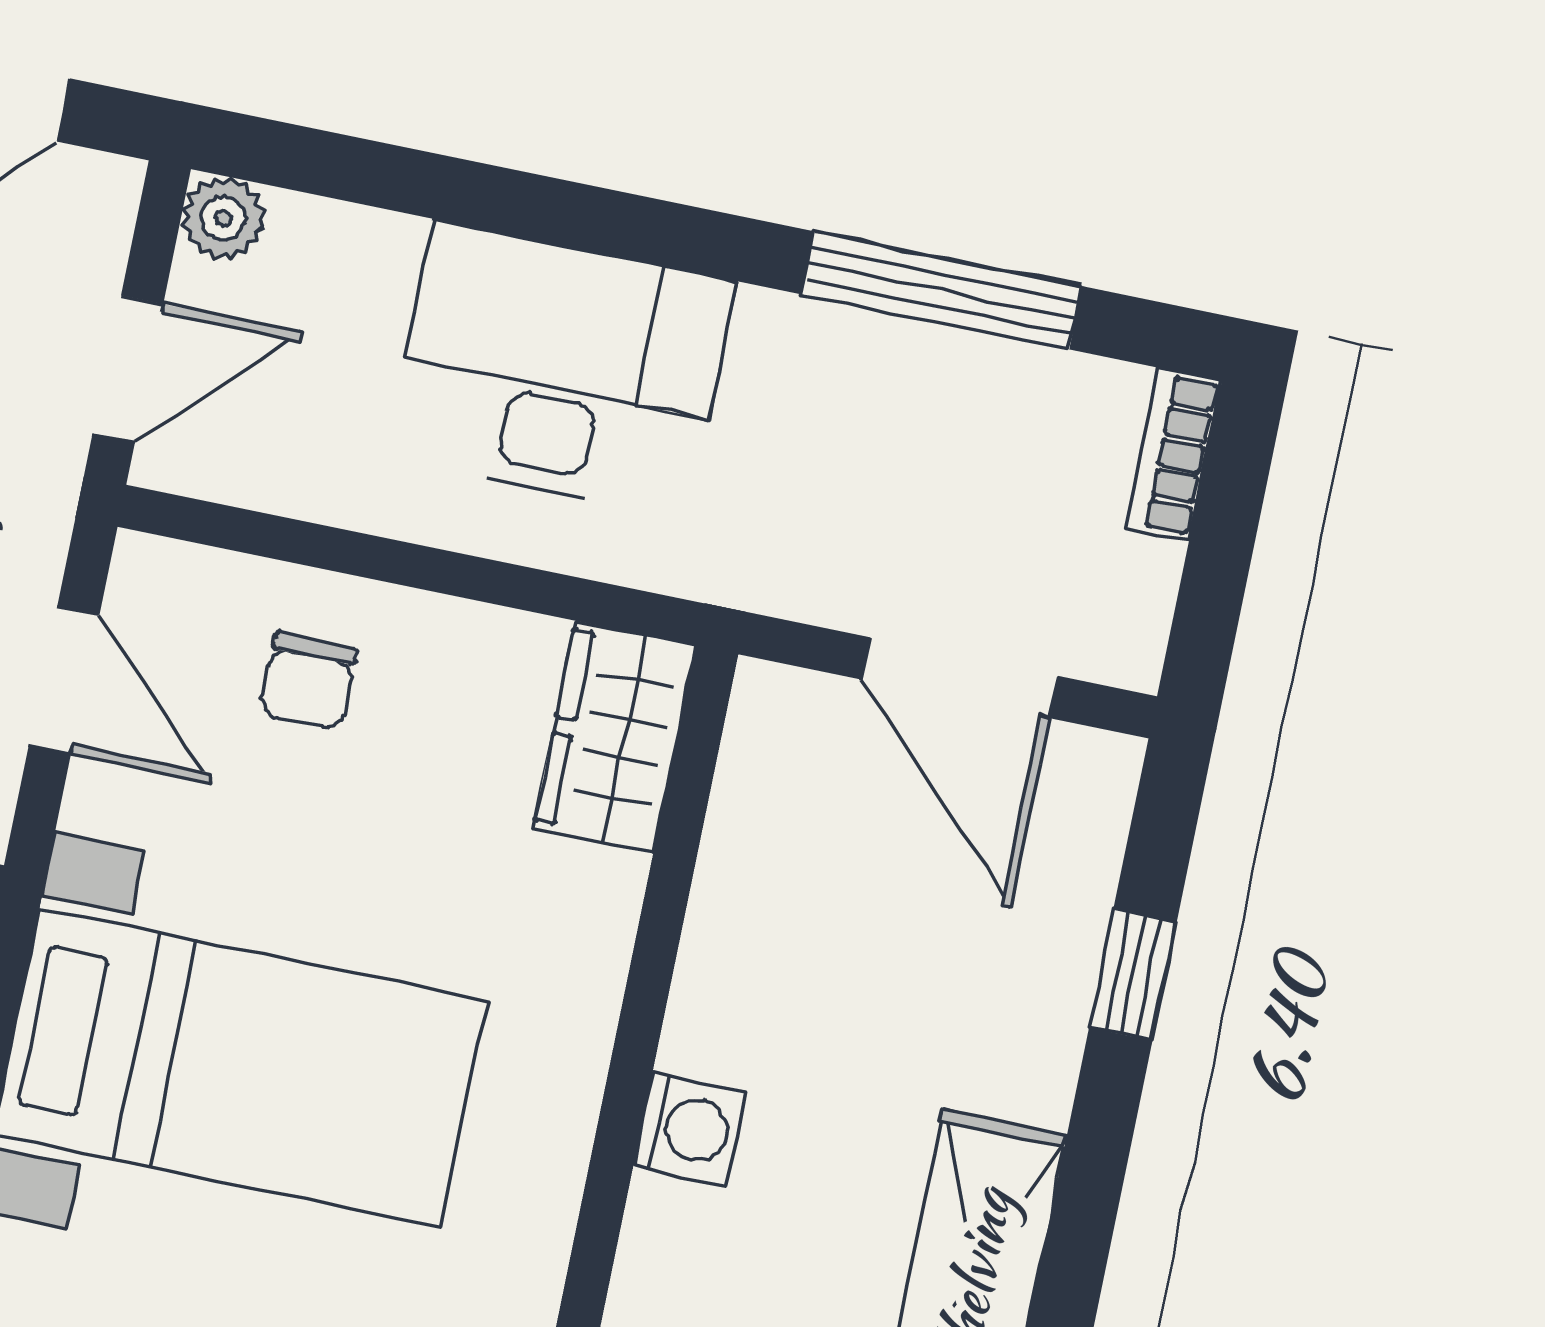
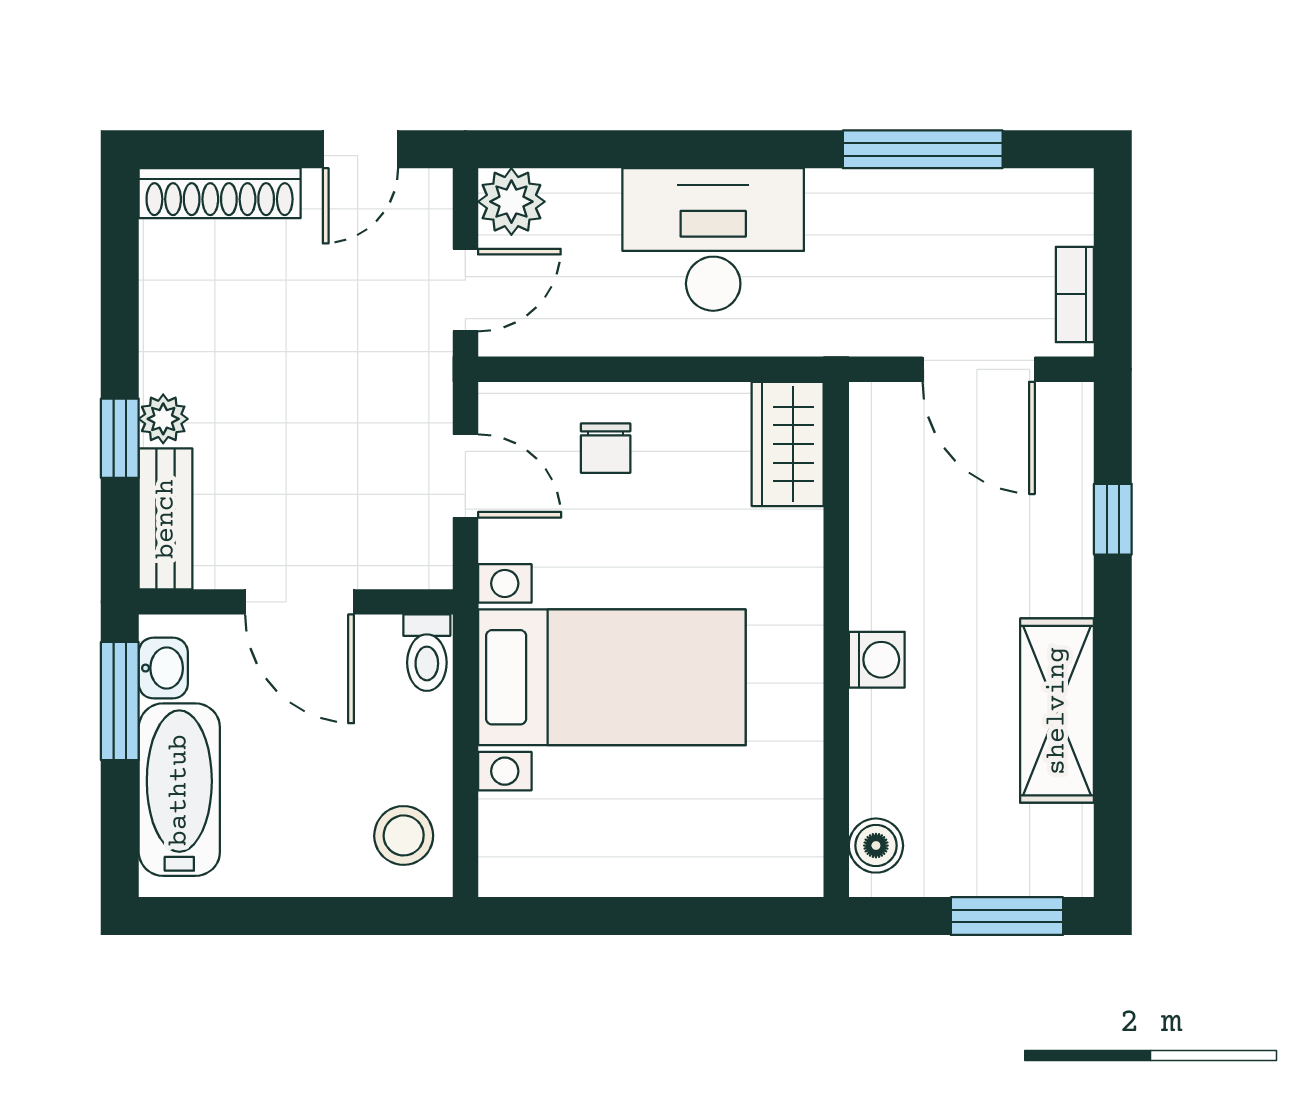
plant: (223, 218) -> (511, 202), width x1.38, depth x1.38
bookcase: (1174, 454) -> (1075, 294), moved

